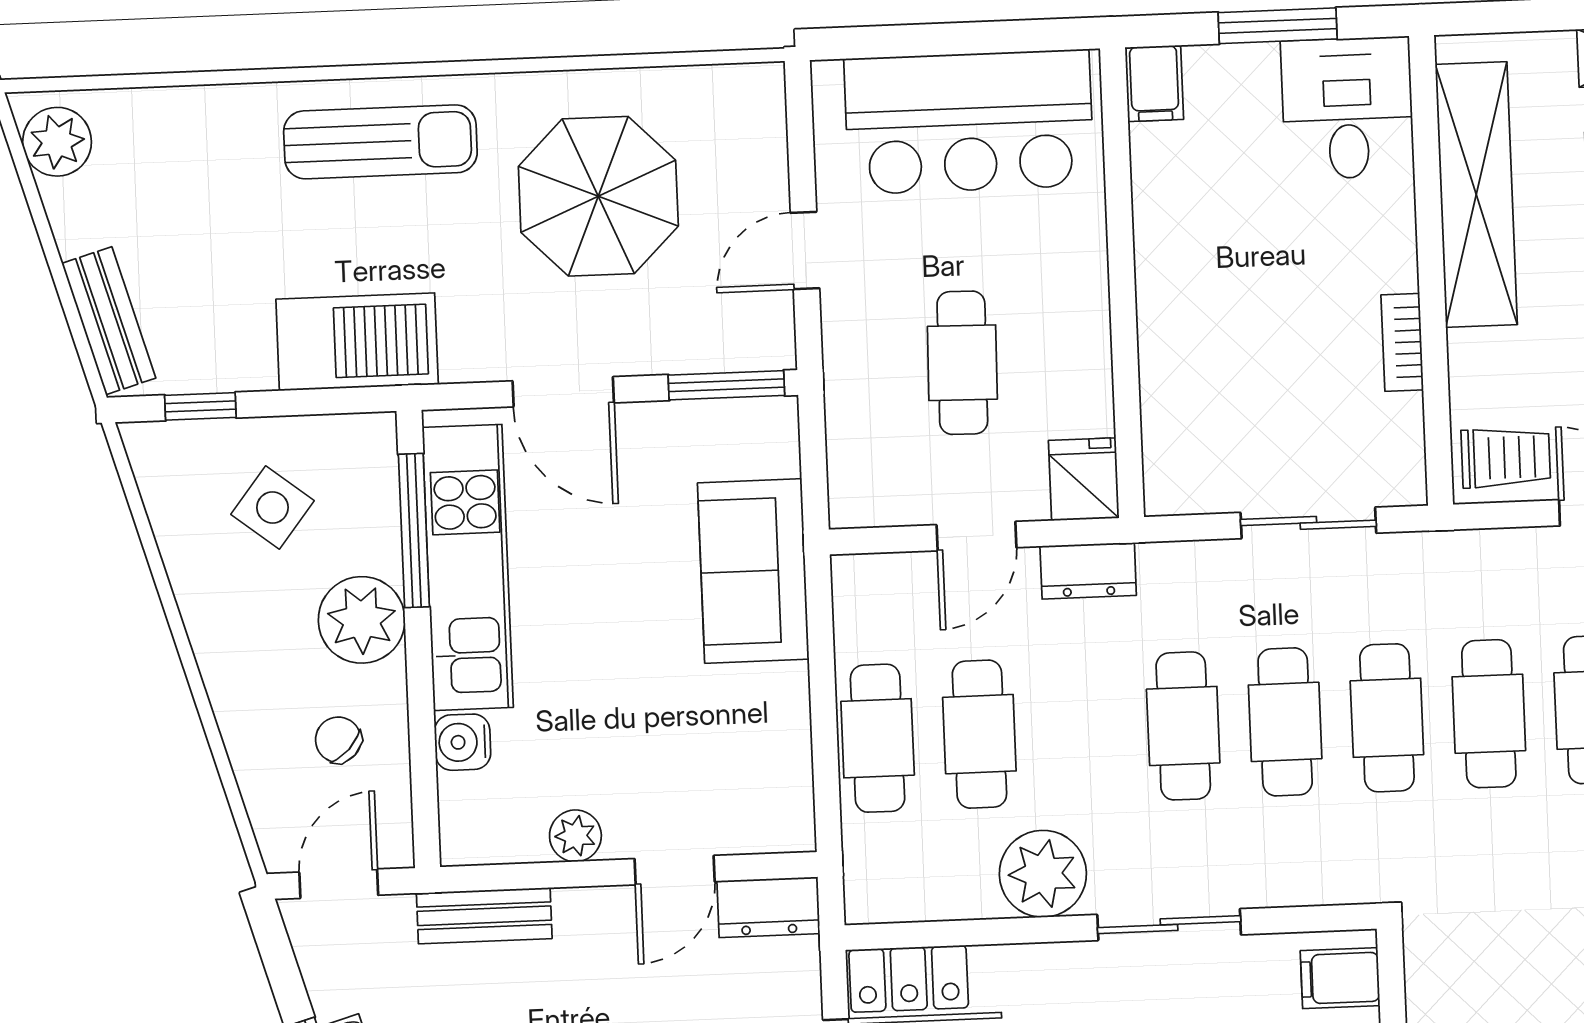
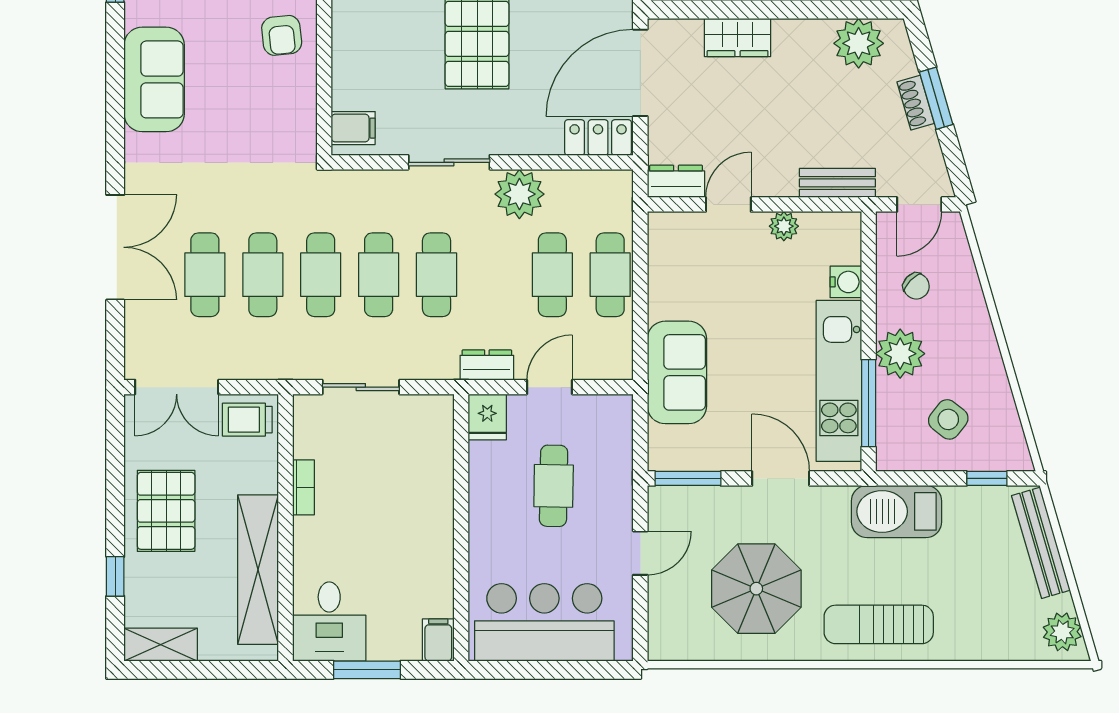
bench: (109, 321) -> (1041, 543), width x1.36

